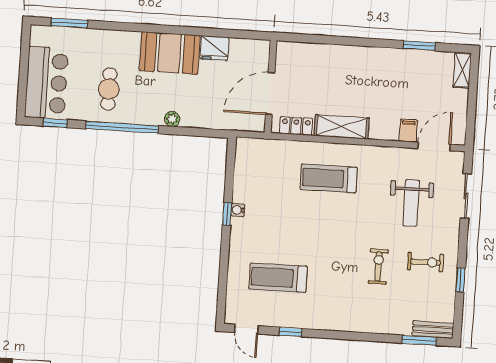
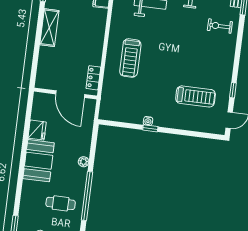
shelving: (342, 127) -> (49, 28), moved
exercise bike: (378, 266) -> (220, 26), moved
treadmill: (278, 278) -> (196, 96), turned -90

